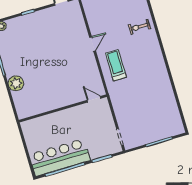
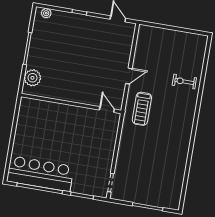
treadmill: (116, 65) -> (142, 109), turned 180
door: (94, 99) -> (107, 110), moved
wall: (63, 108) -> (71, 104), moved

